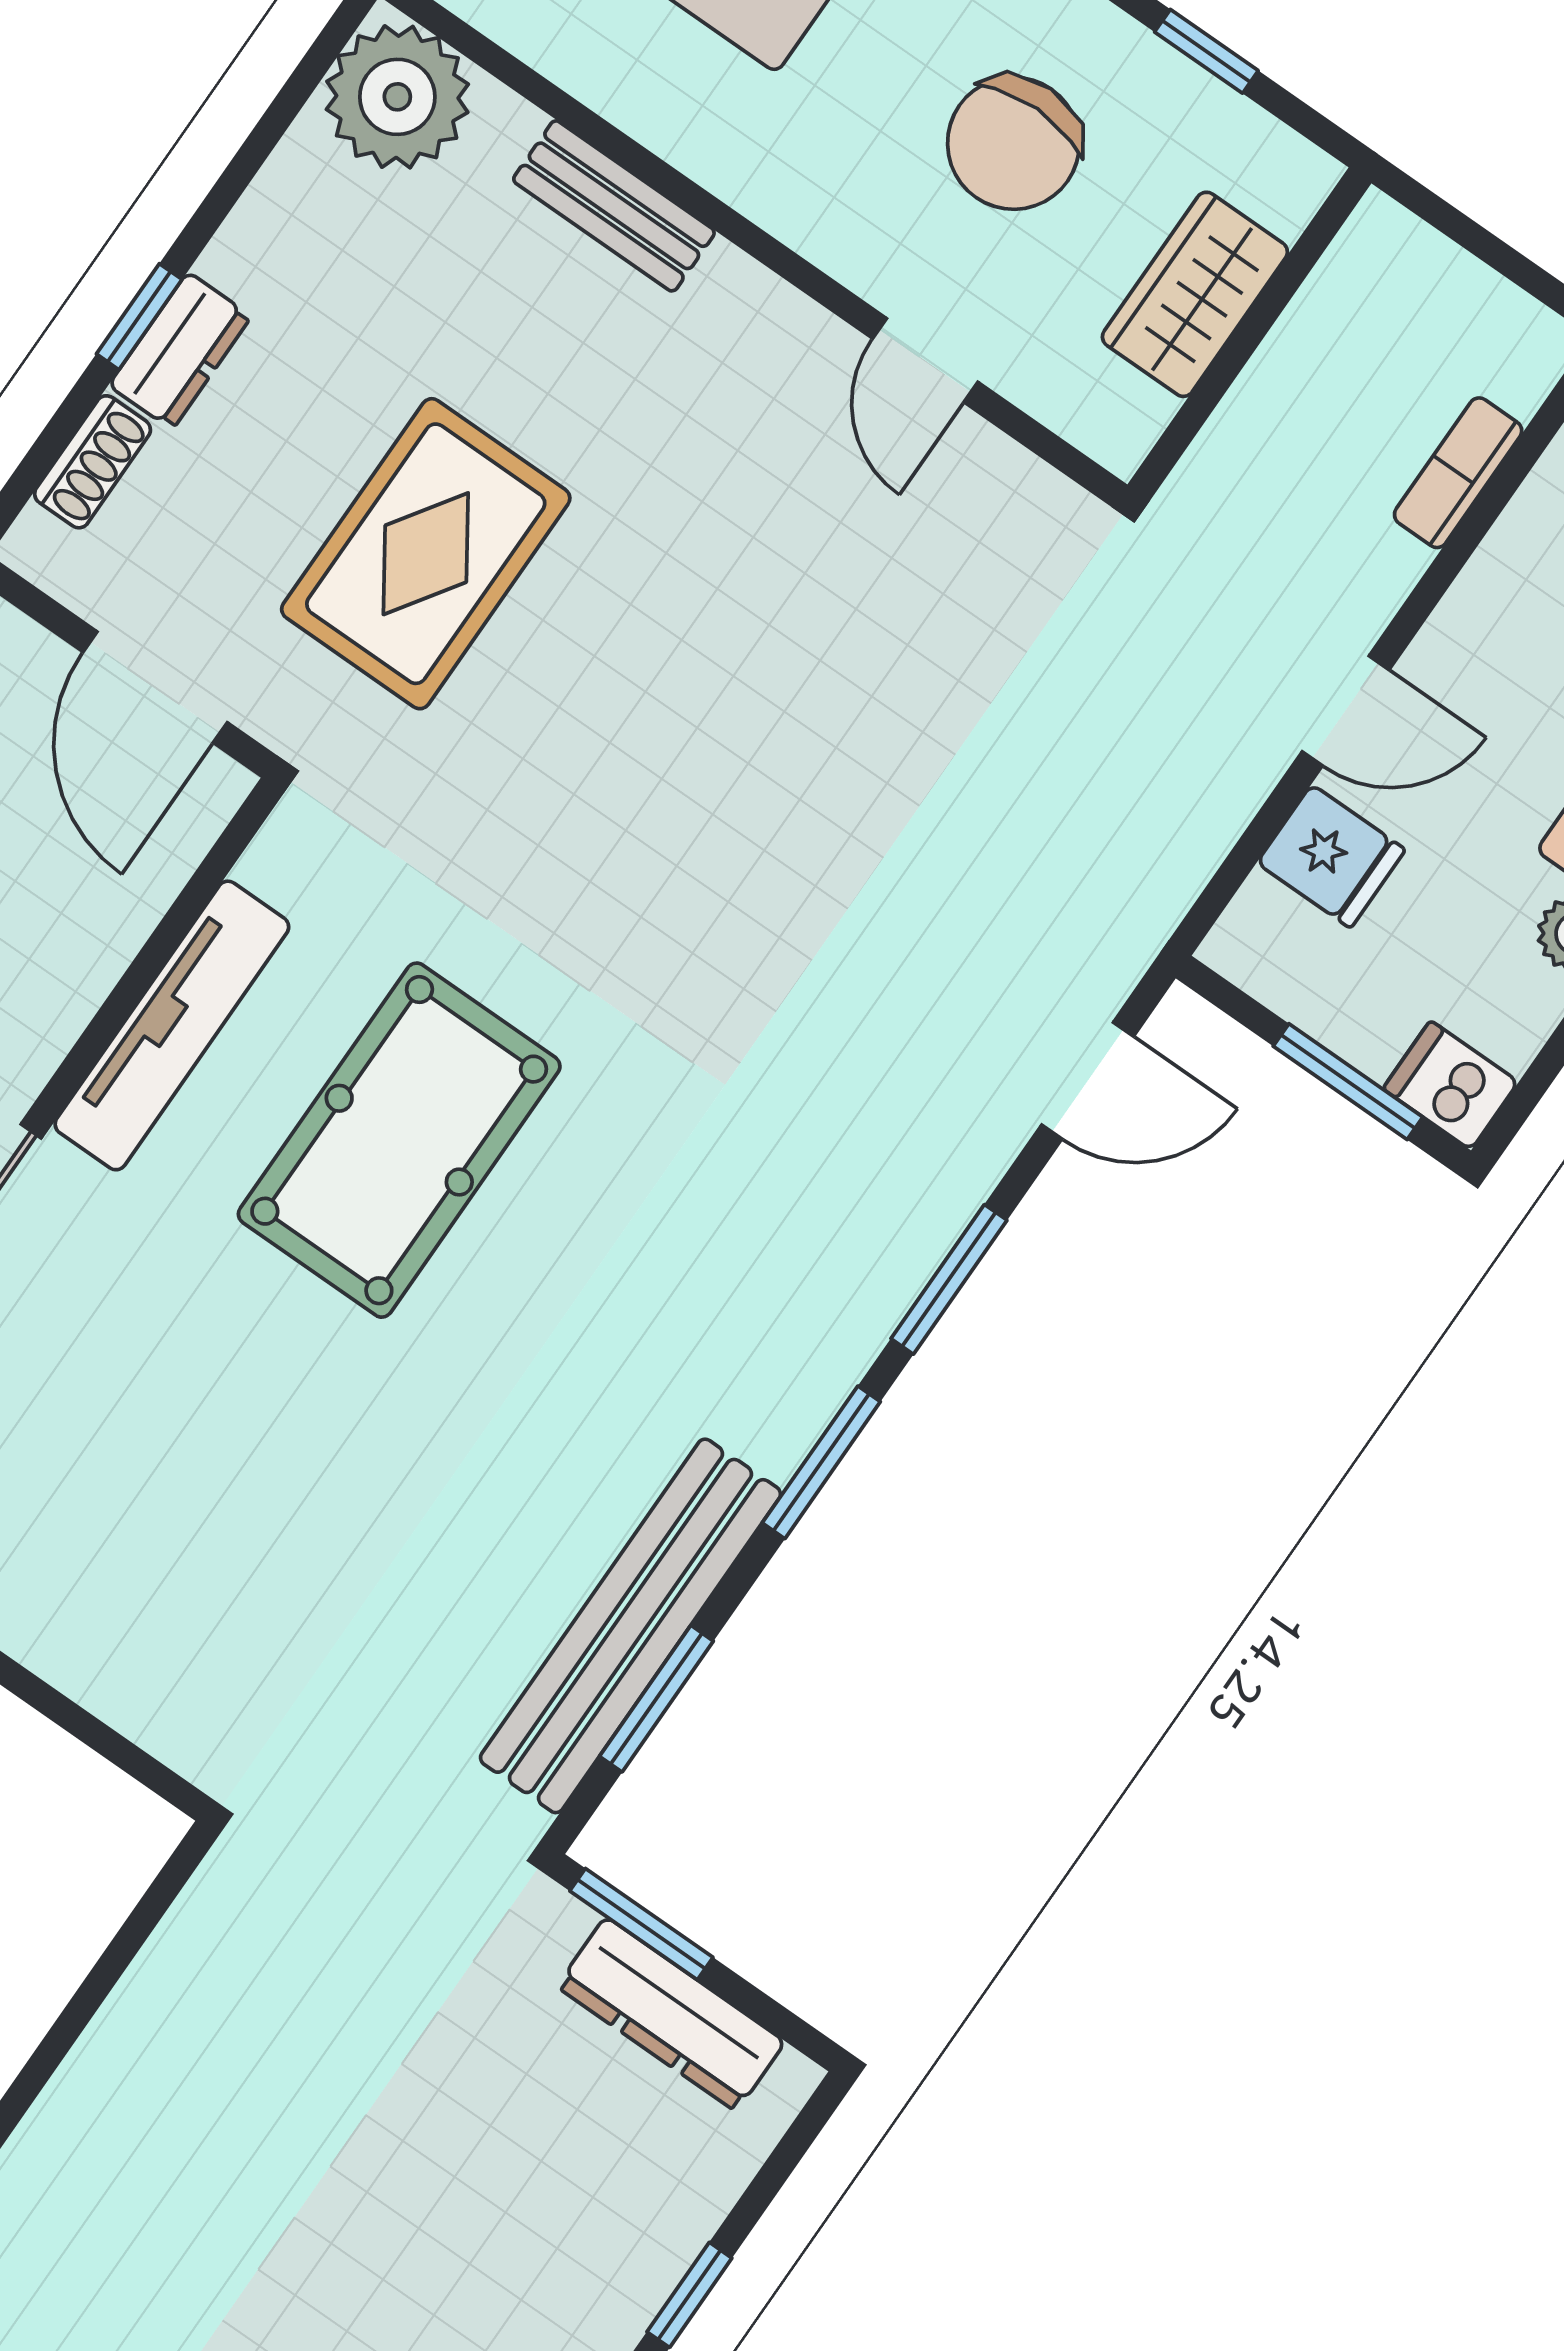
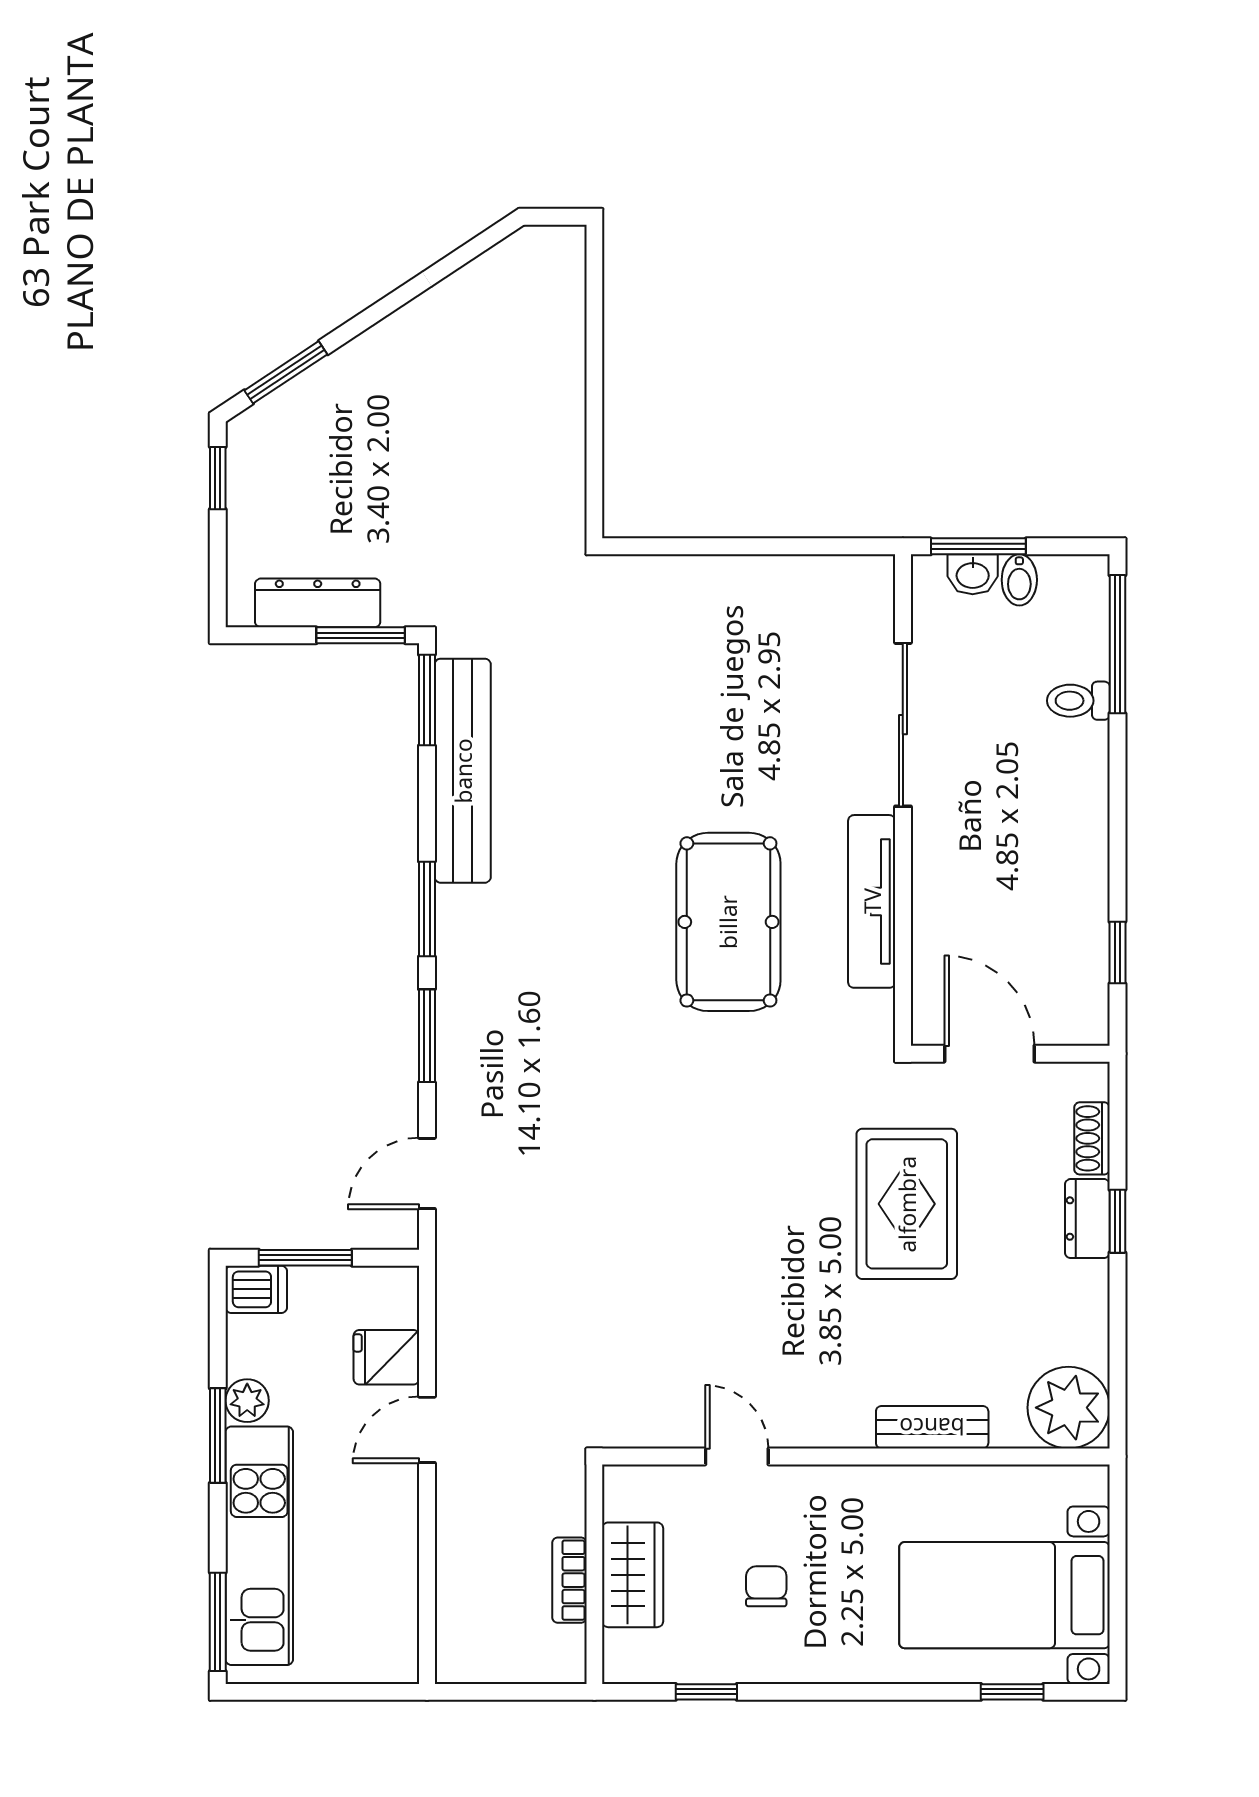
chair: (1014, 143) -> (766, 1586), width x0.54, depth x0.54
bookcase: (1458, 473) -> (569, 1580), moved, turned 180
window: (656, 1699) -> (427, 700), moved

